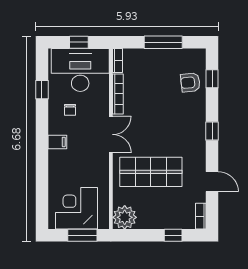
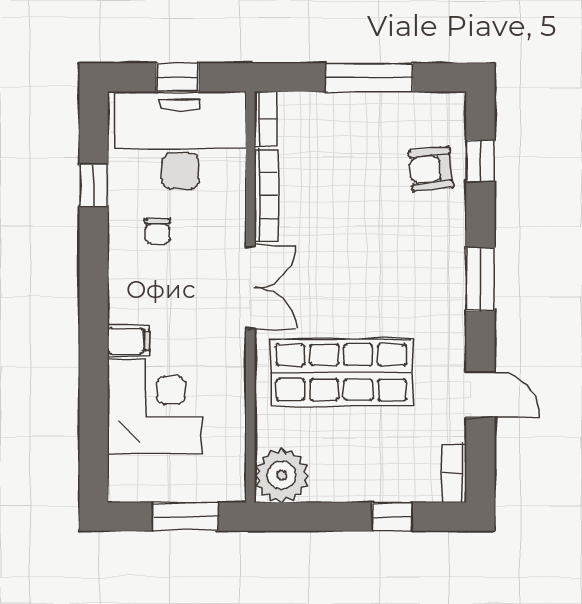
window: (212, 131) -> (480, 279), width x1.50
filing cabinet: (57, 142) -> (129, 341), moved
corner desk: (77, 208) -> (155, 407), moved, turned 90

